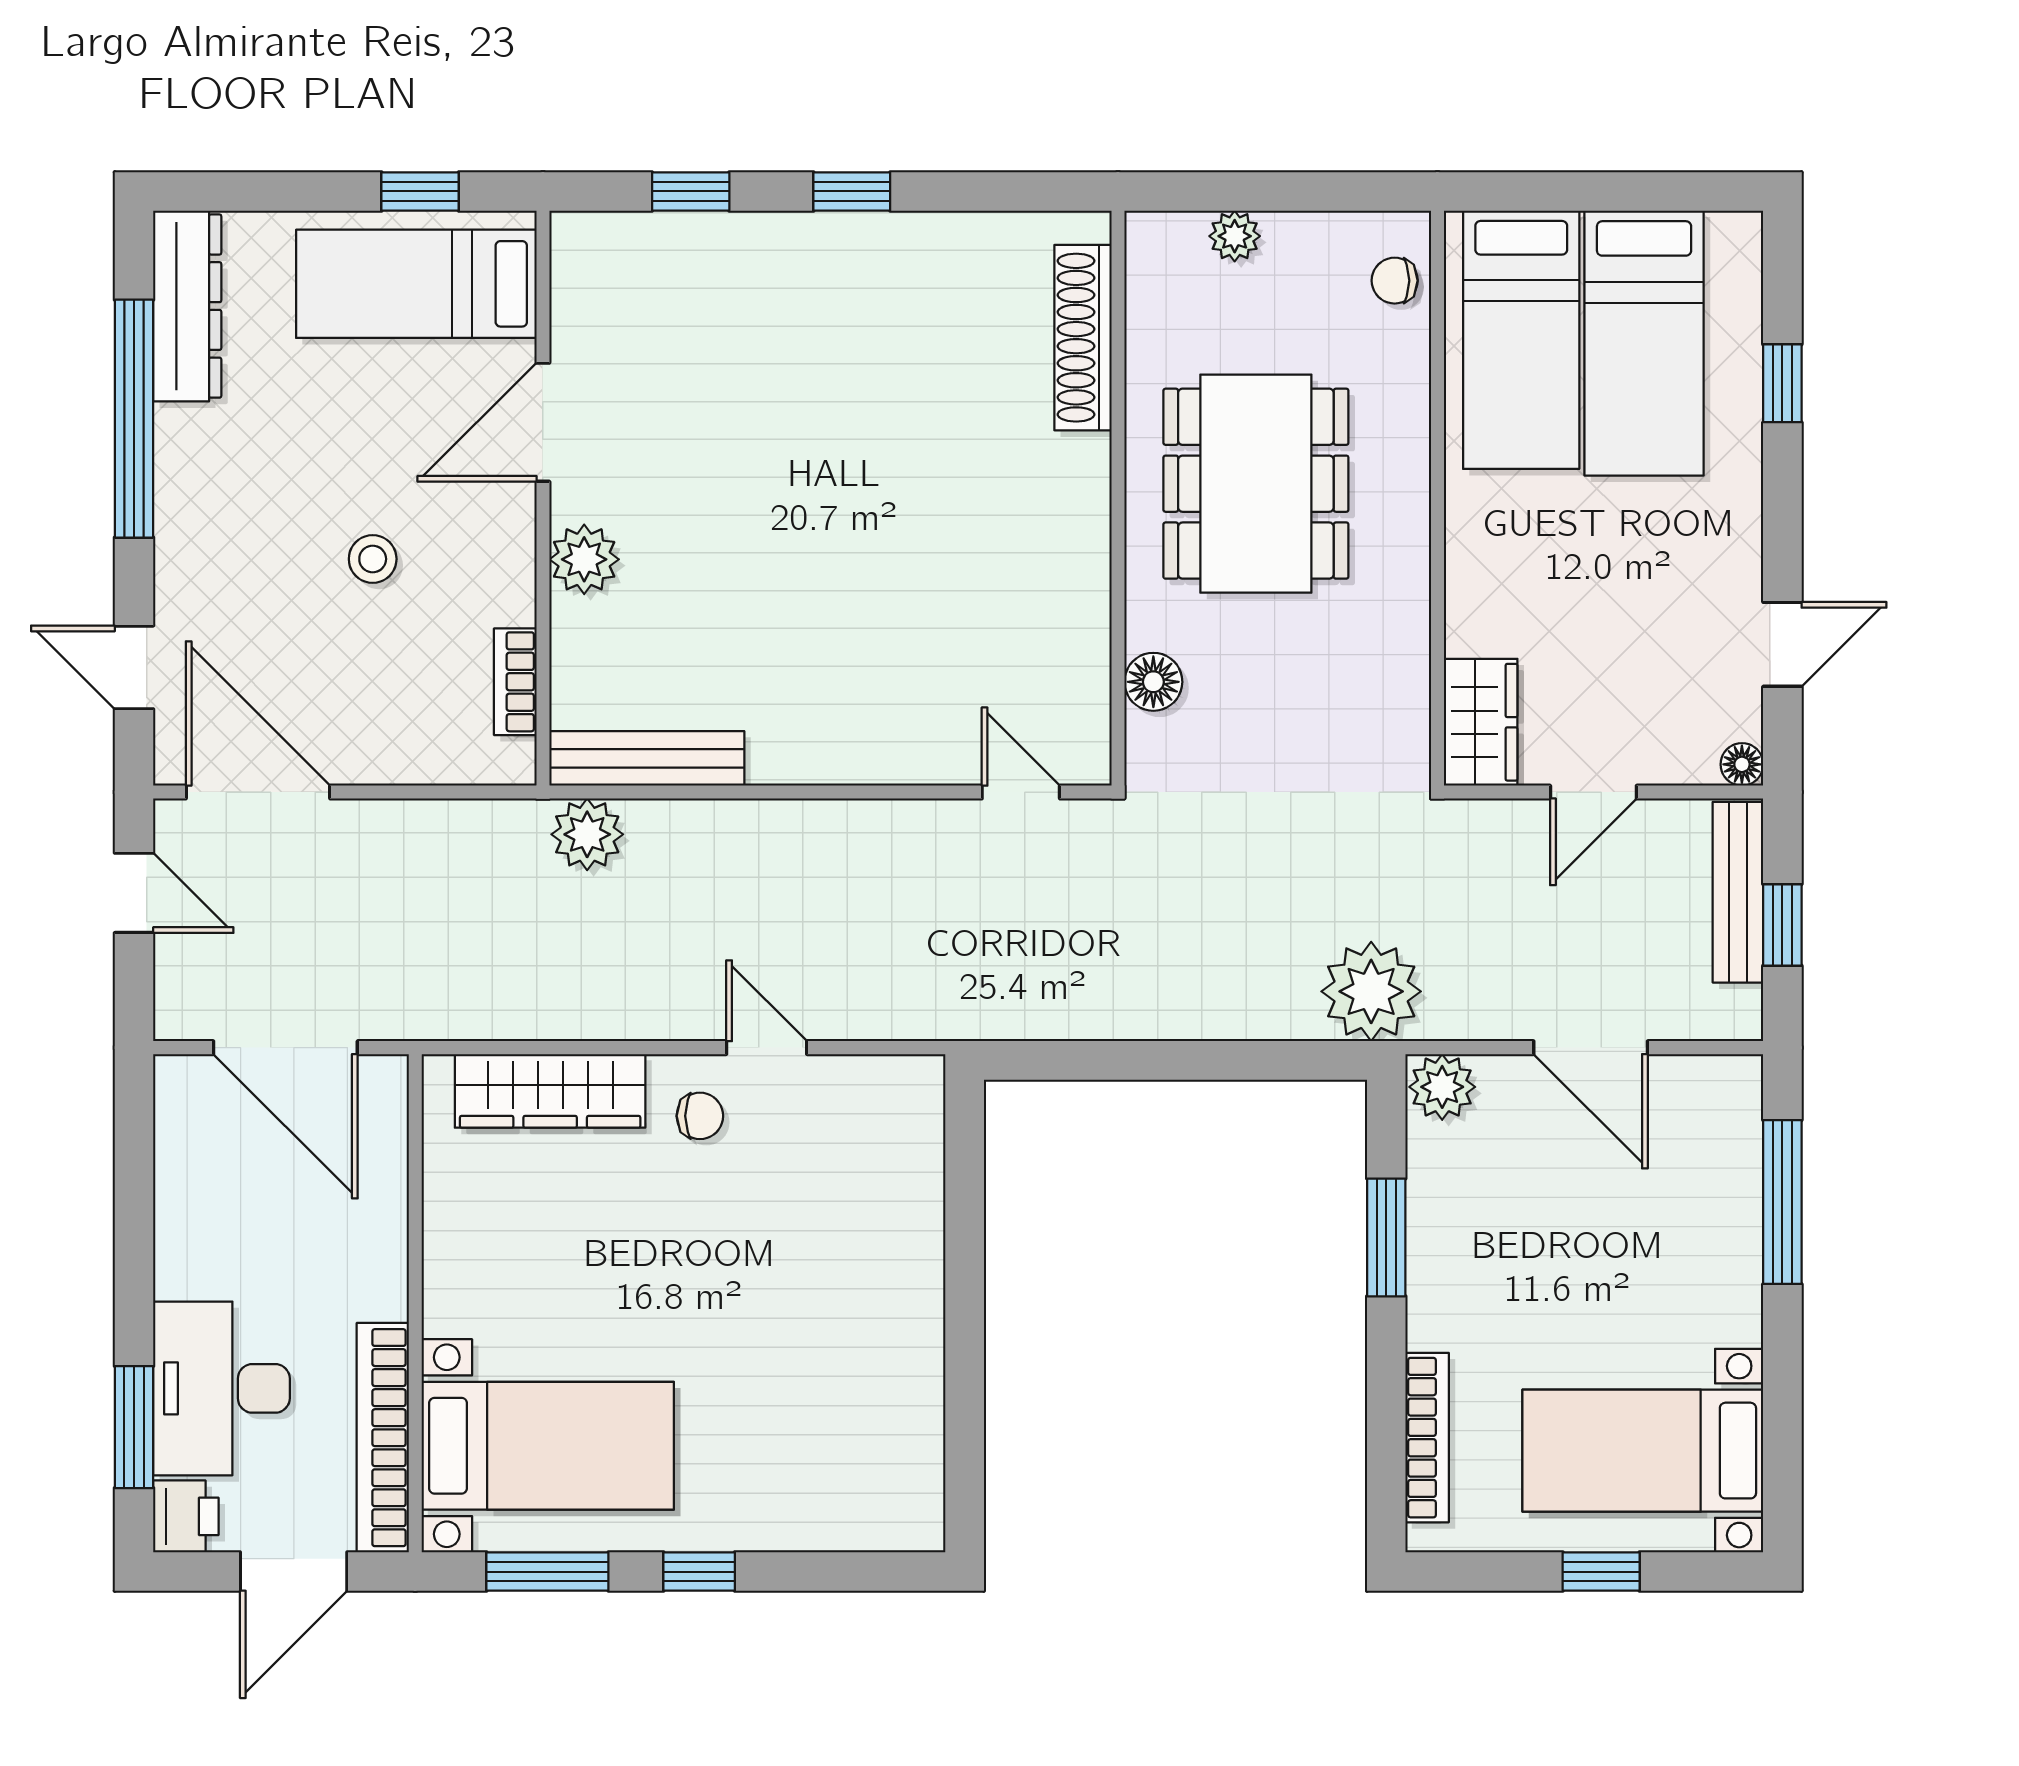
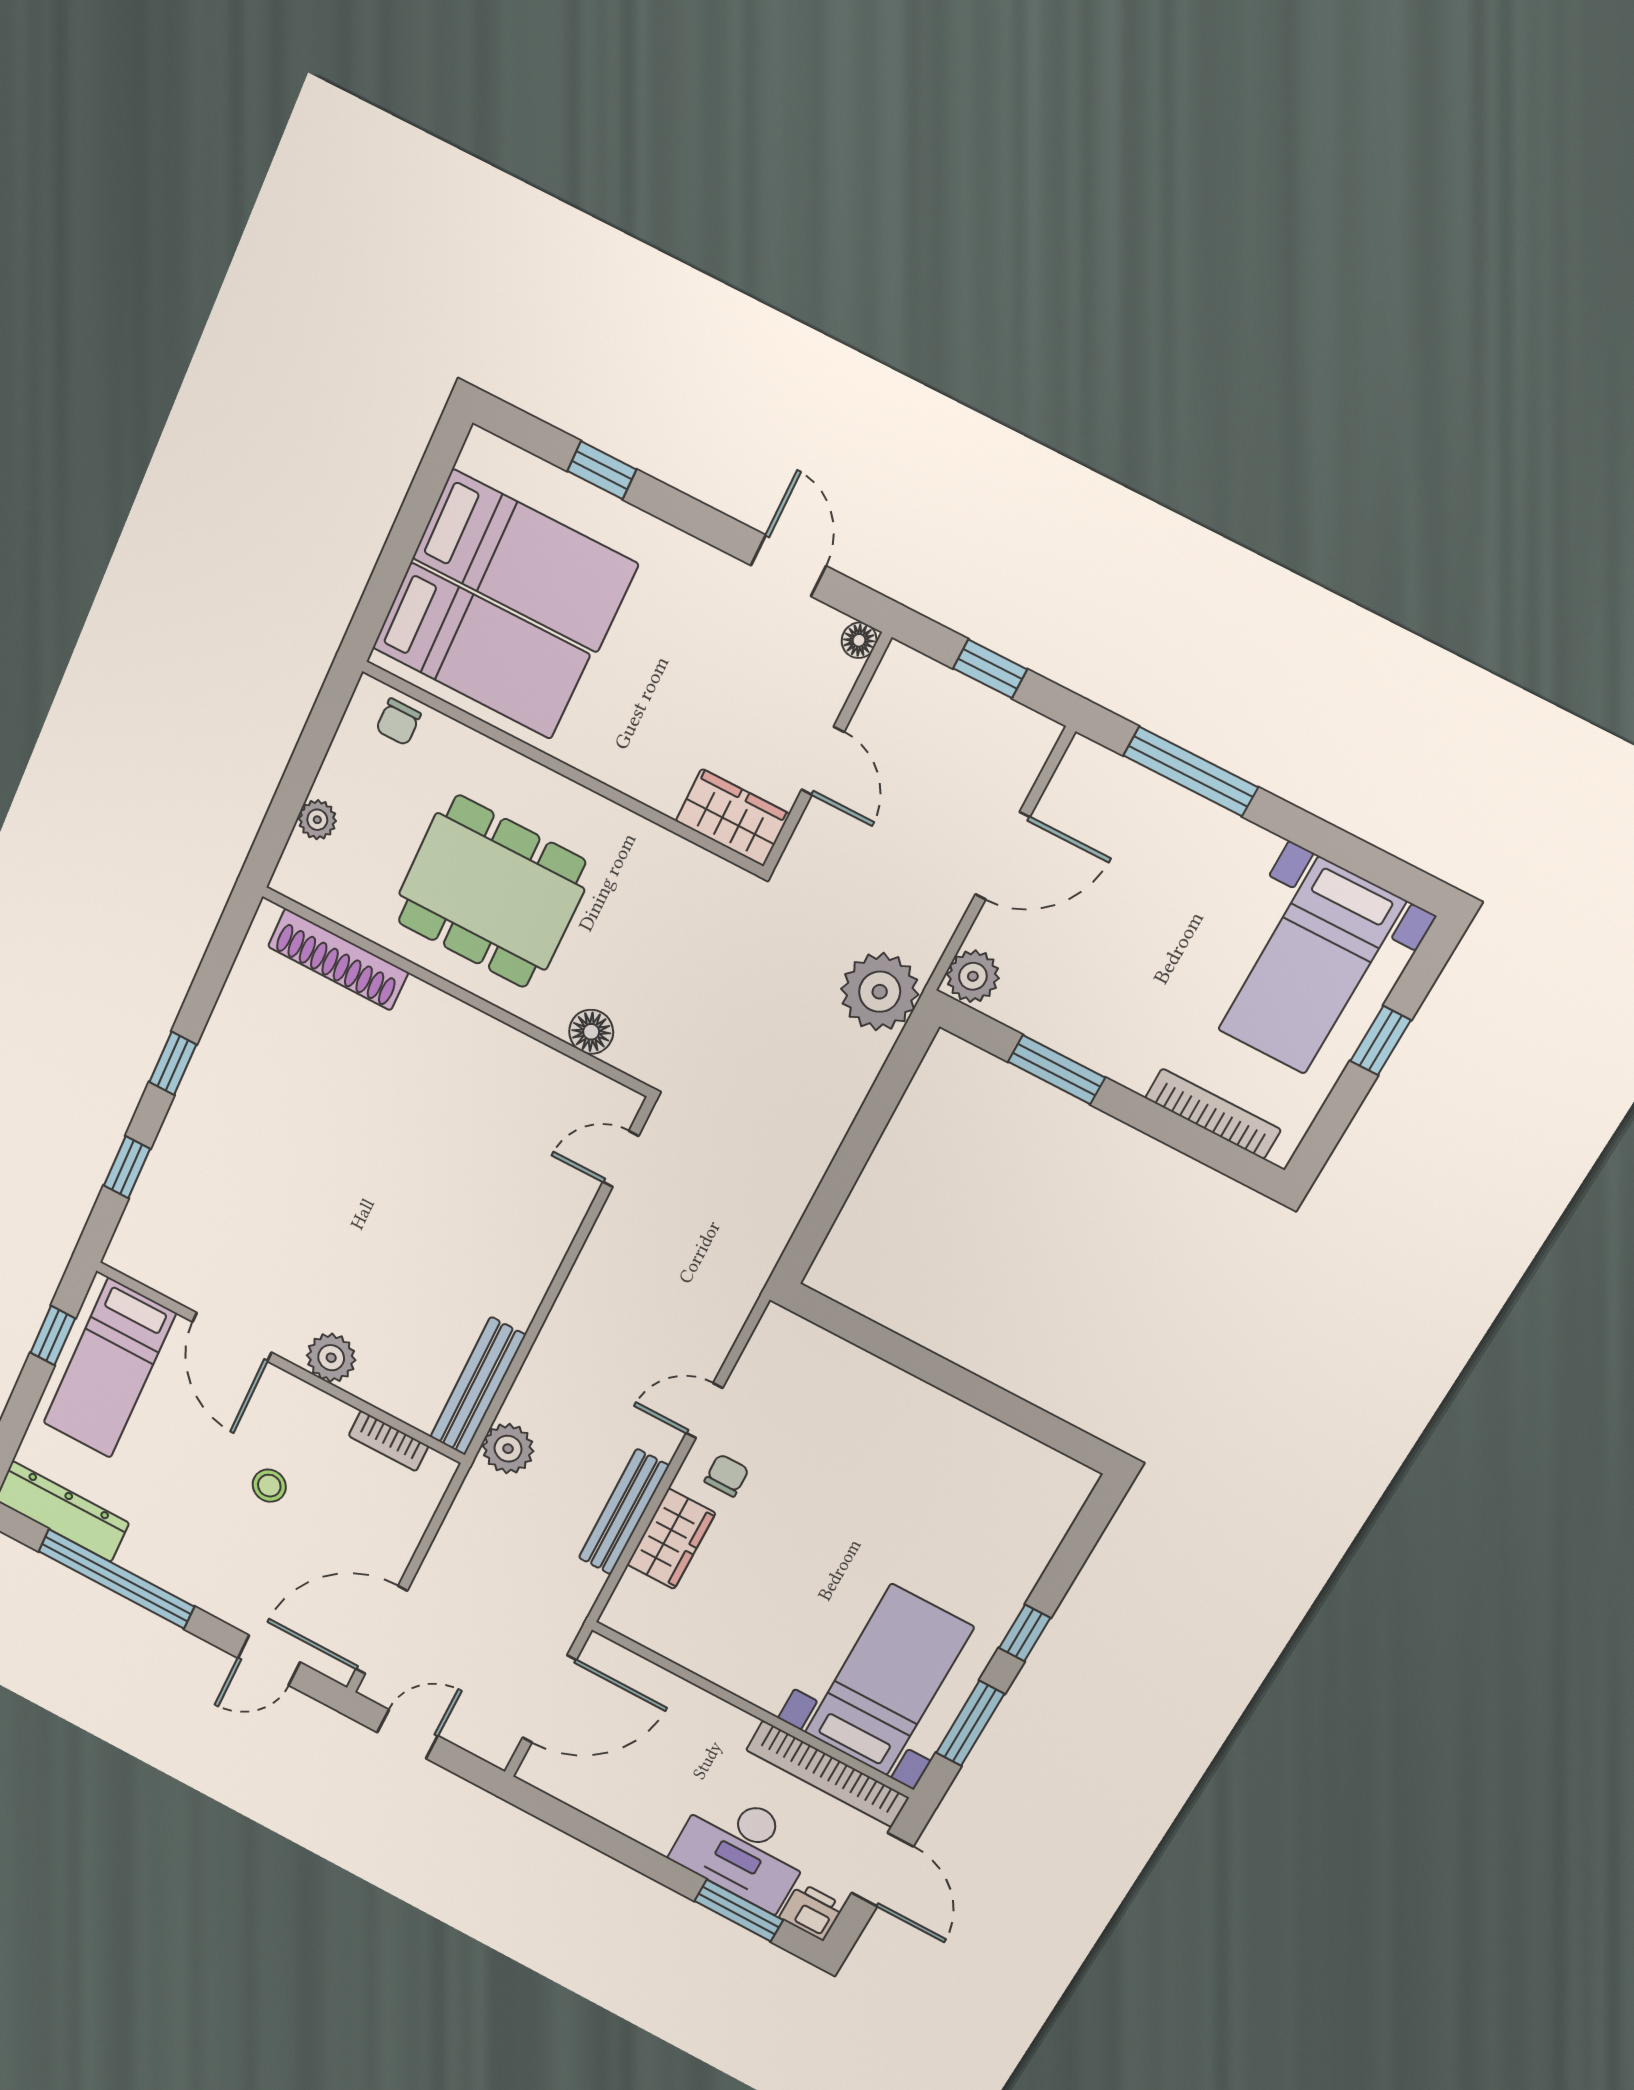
bench: (1738, 892) -> (624, 1512), moved, turned 90
wardrobe: (550, 1091) -> (671, 1539), width x0.67

